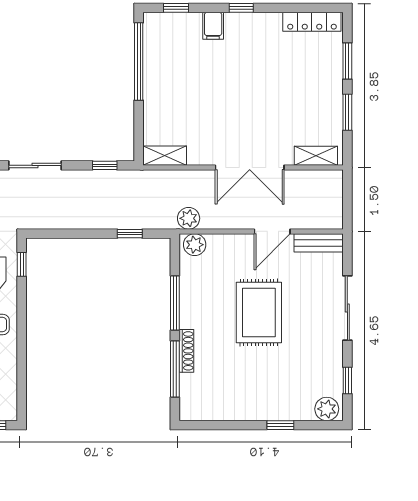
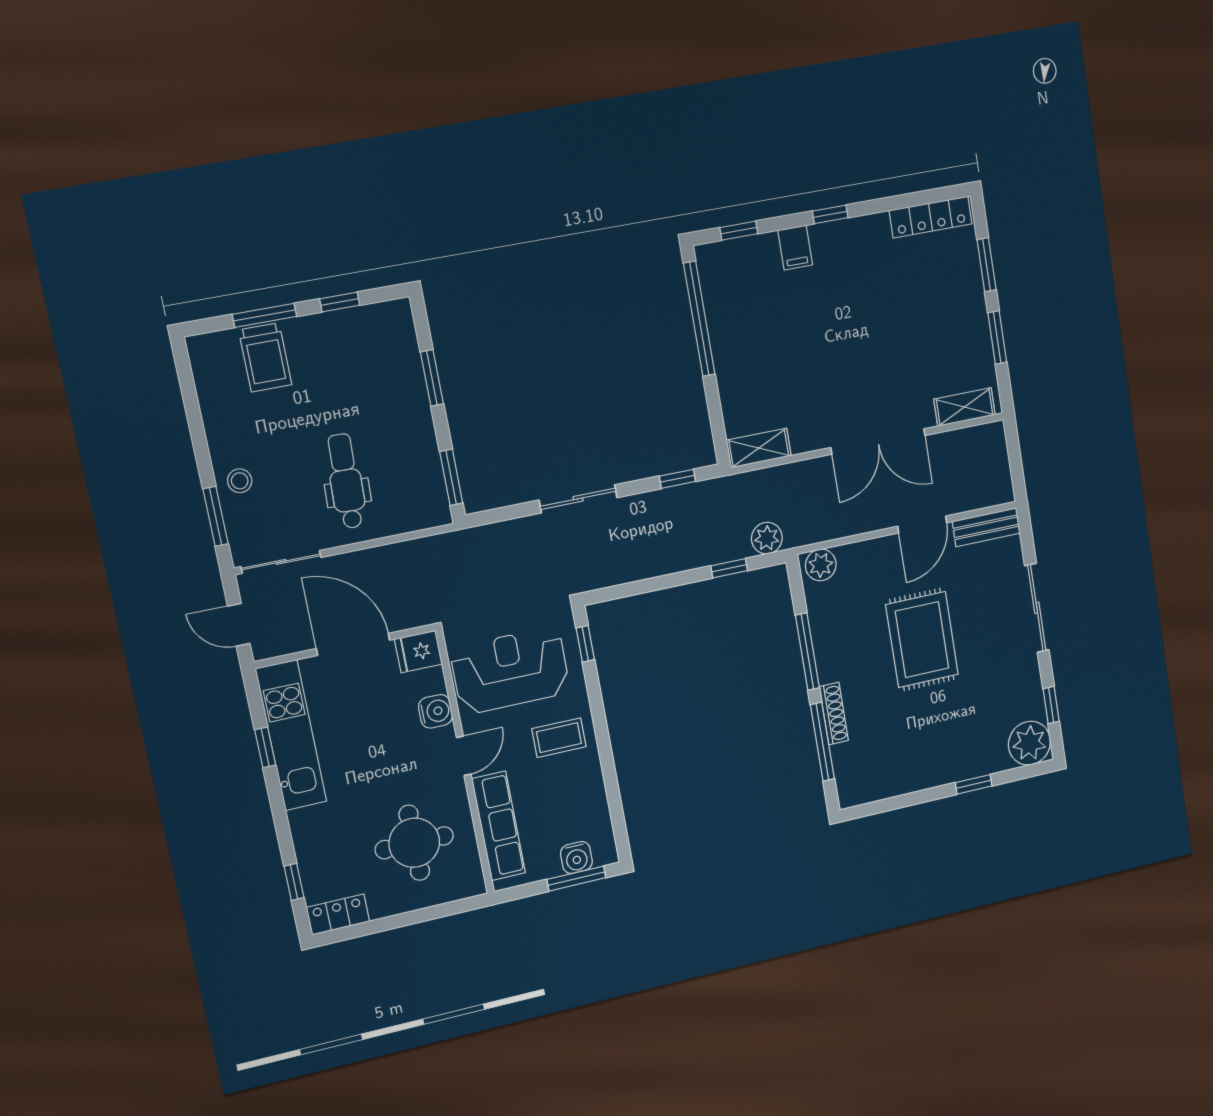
plant: (189, 218) -> (767, 538), moved
plant: (327, 409) -> (1030, 743), width x1.36, depth x1.36

